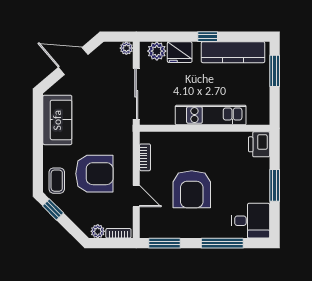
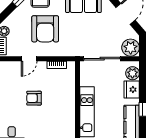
plant: (126, 48) -> (131, 48), width x1.88, depth x1.88
armchair: (192, 189) -> (34, 98), width x0.53, depth x0.53

